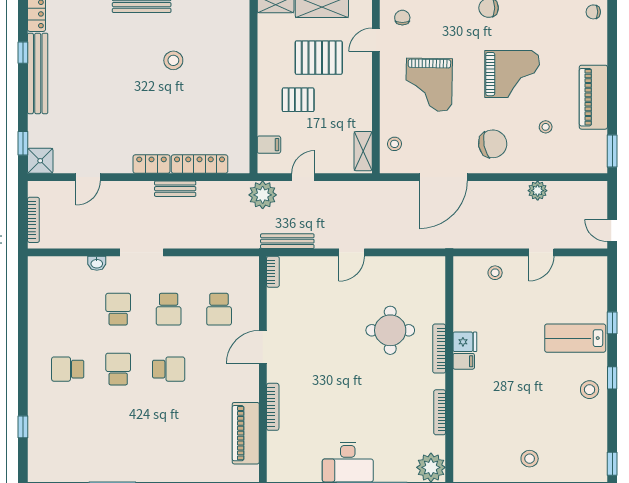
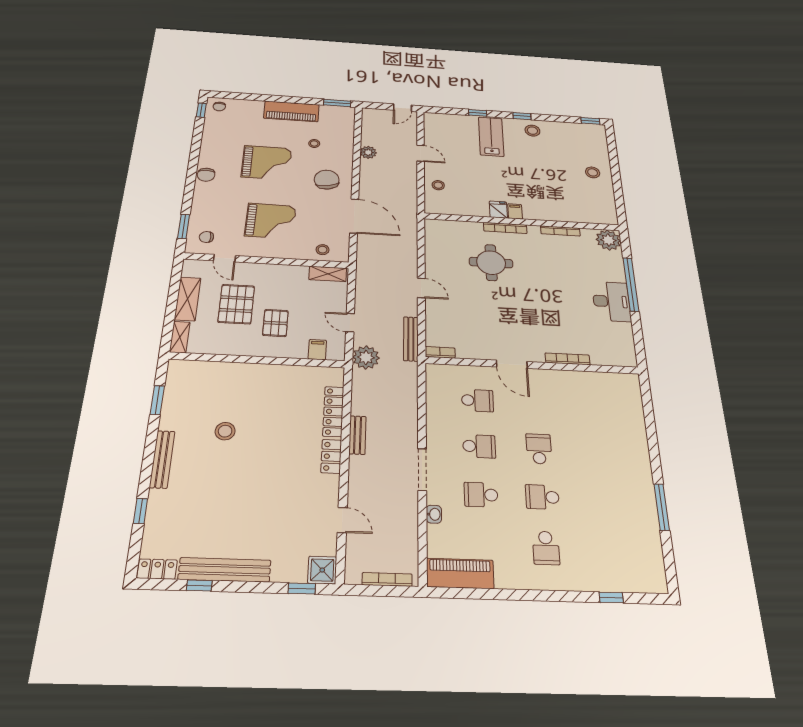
grand piano: (512, 74) -> (267, 163), turned 90
lab bench: (575, 338) -> (491, 137), turned 180
piano: (246, 433) -> (460, 573), moved, turned 180

